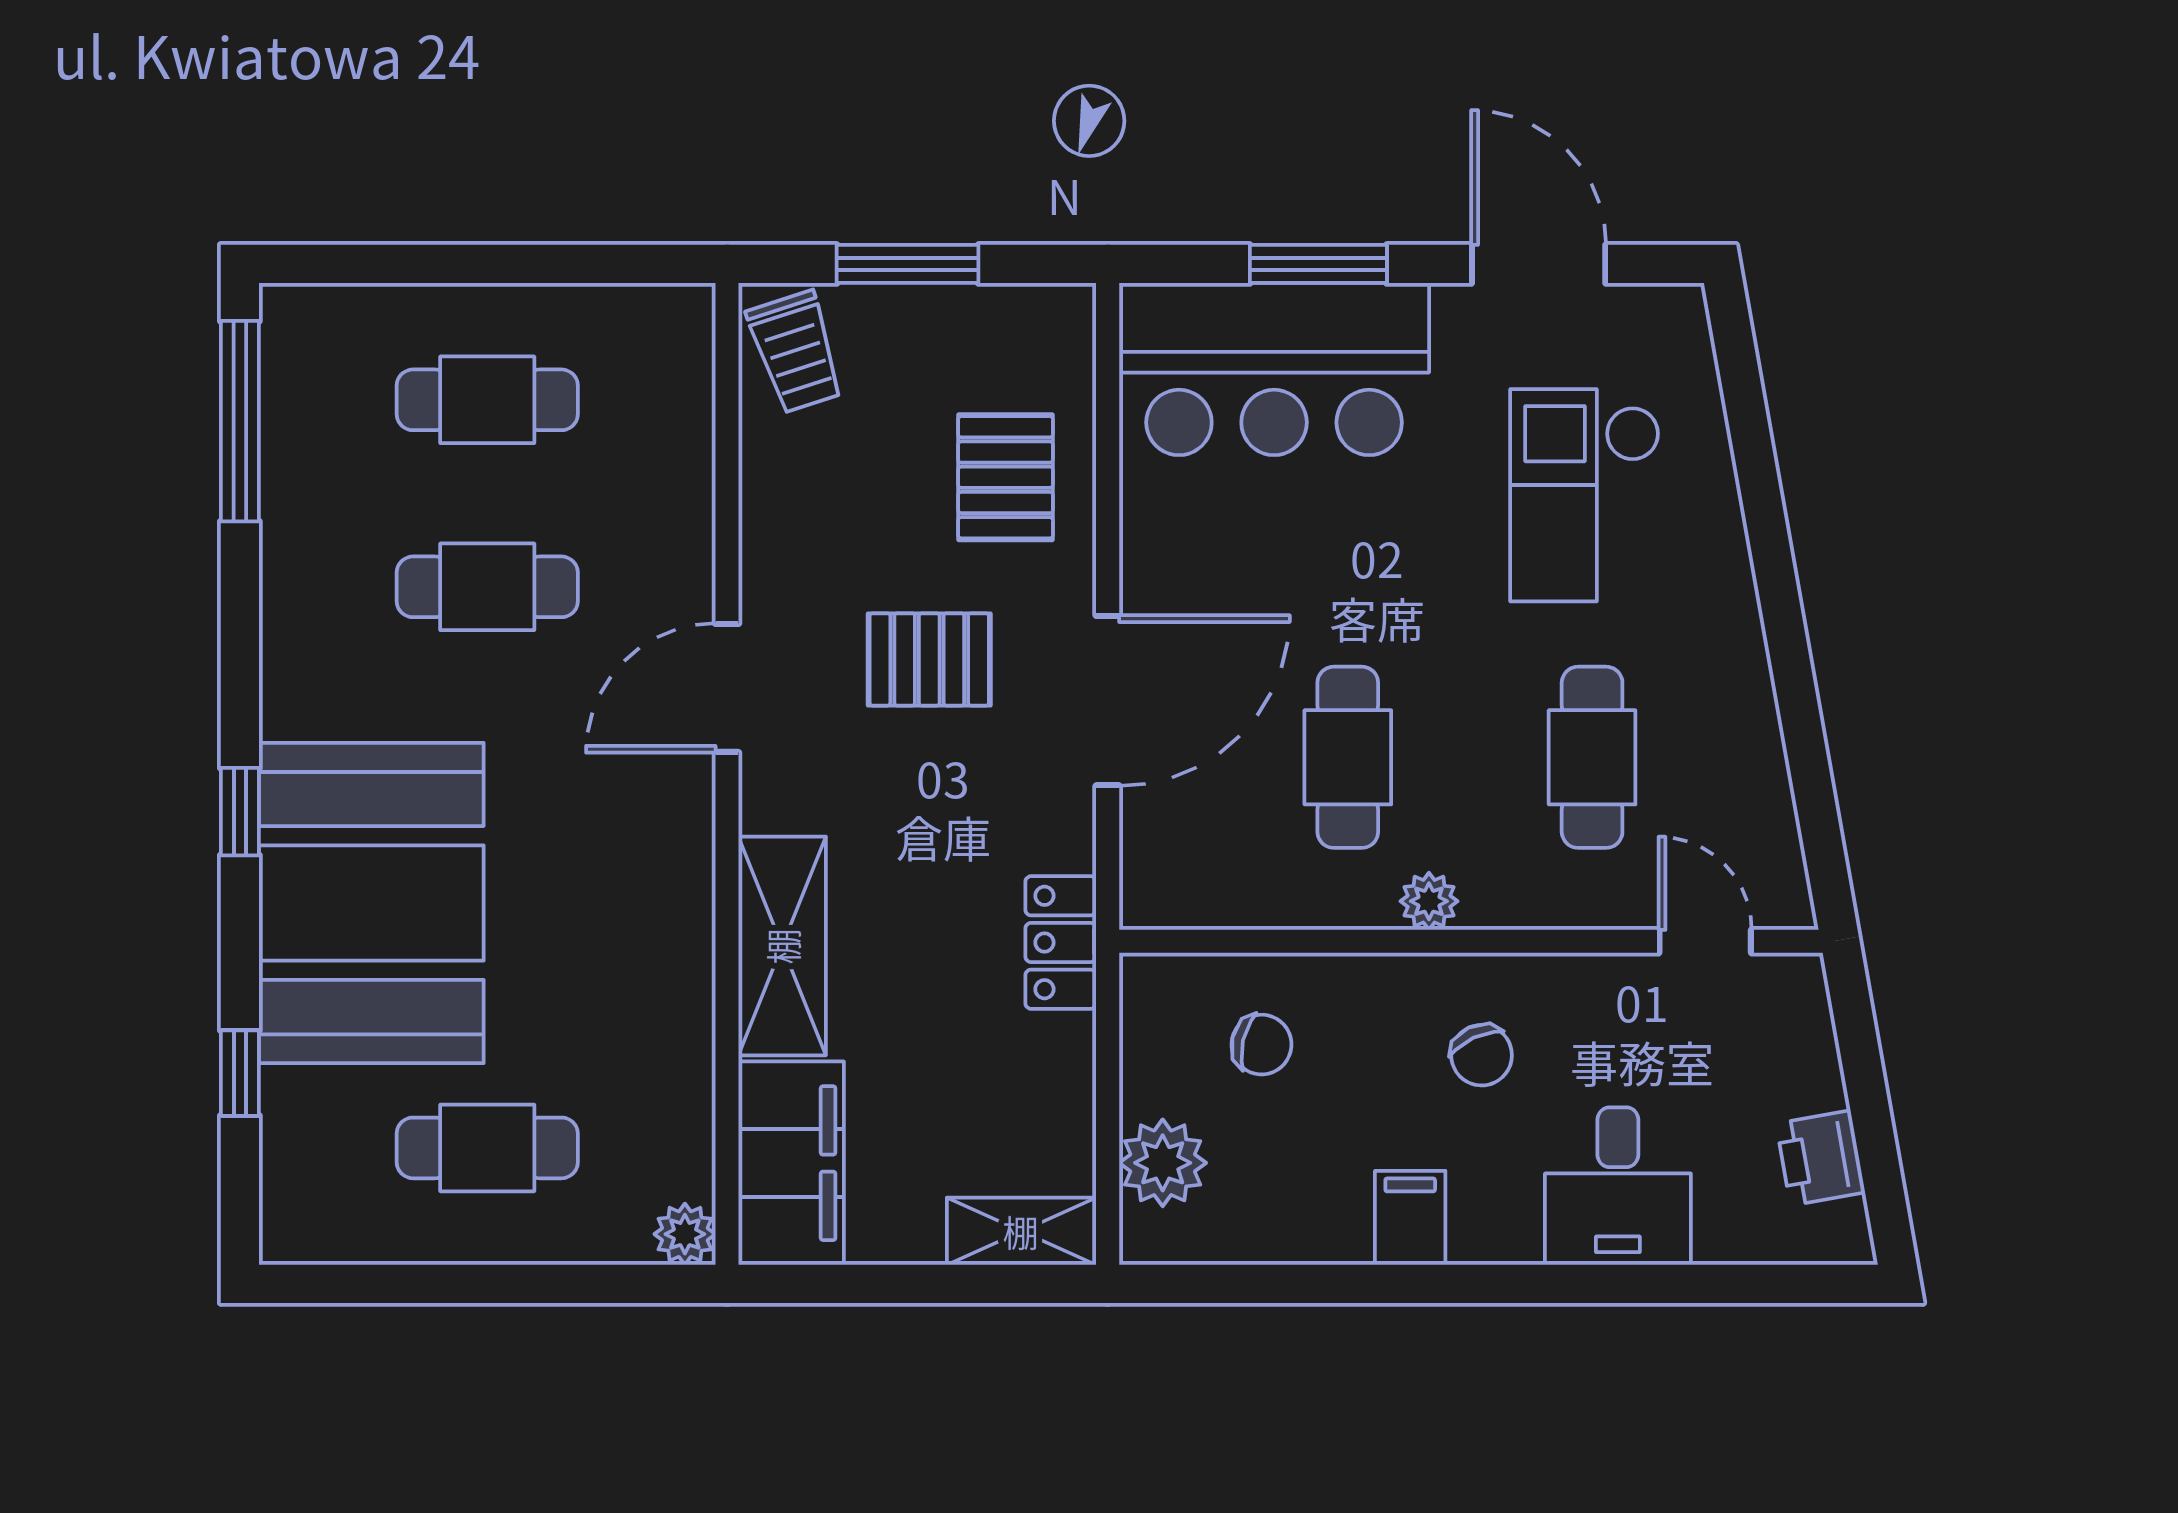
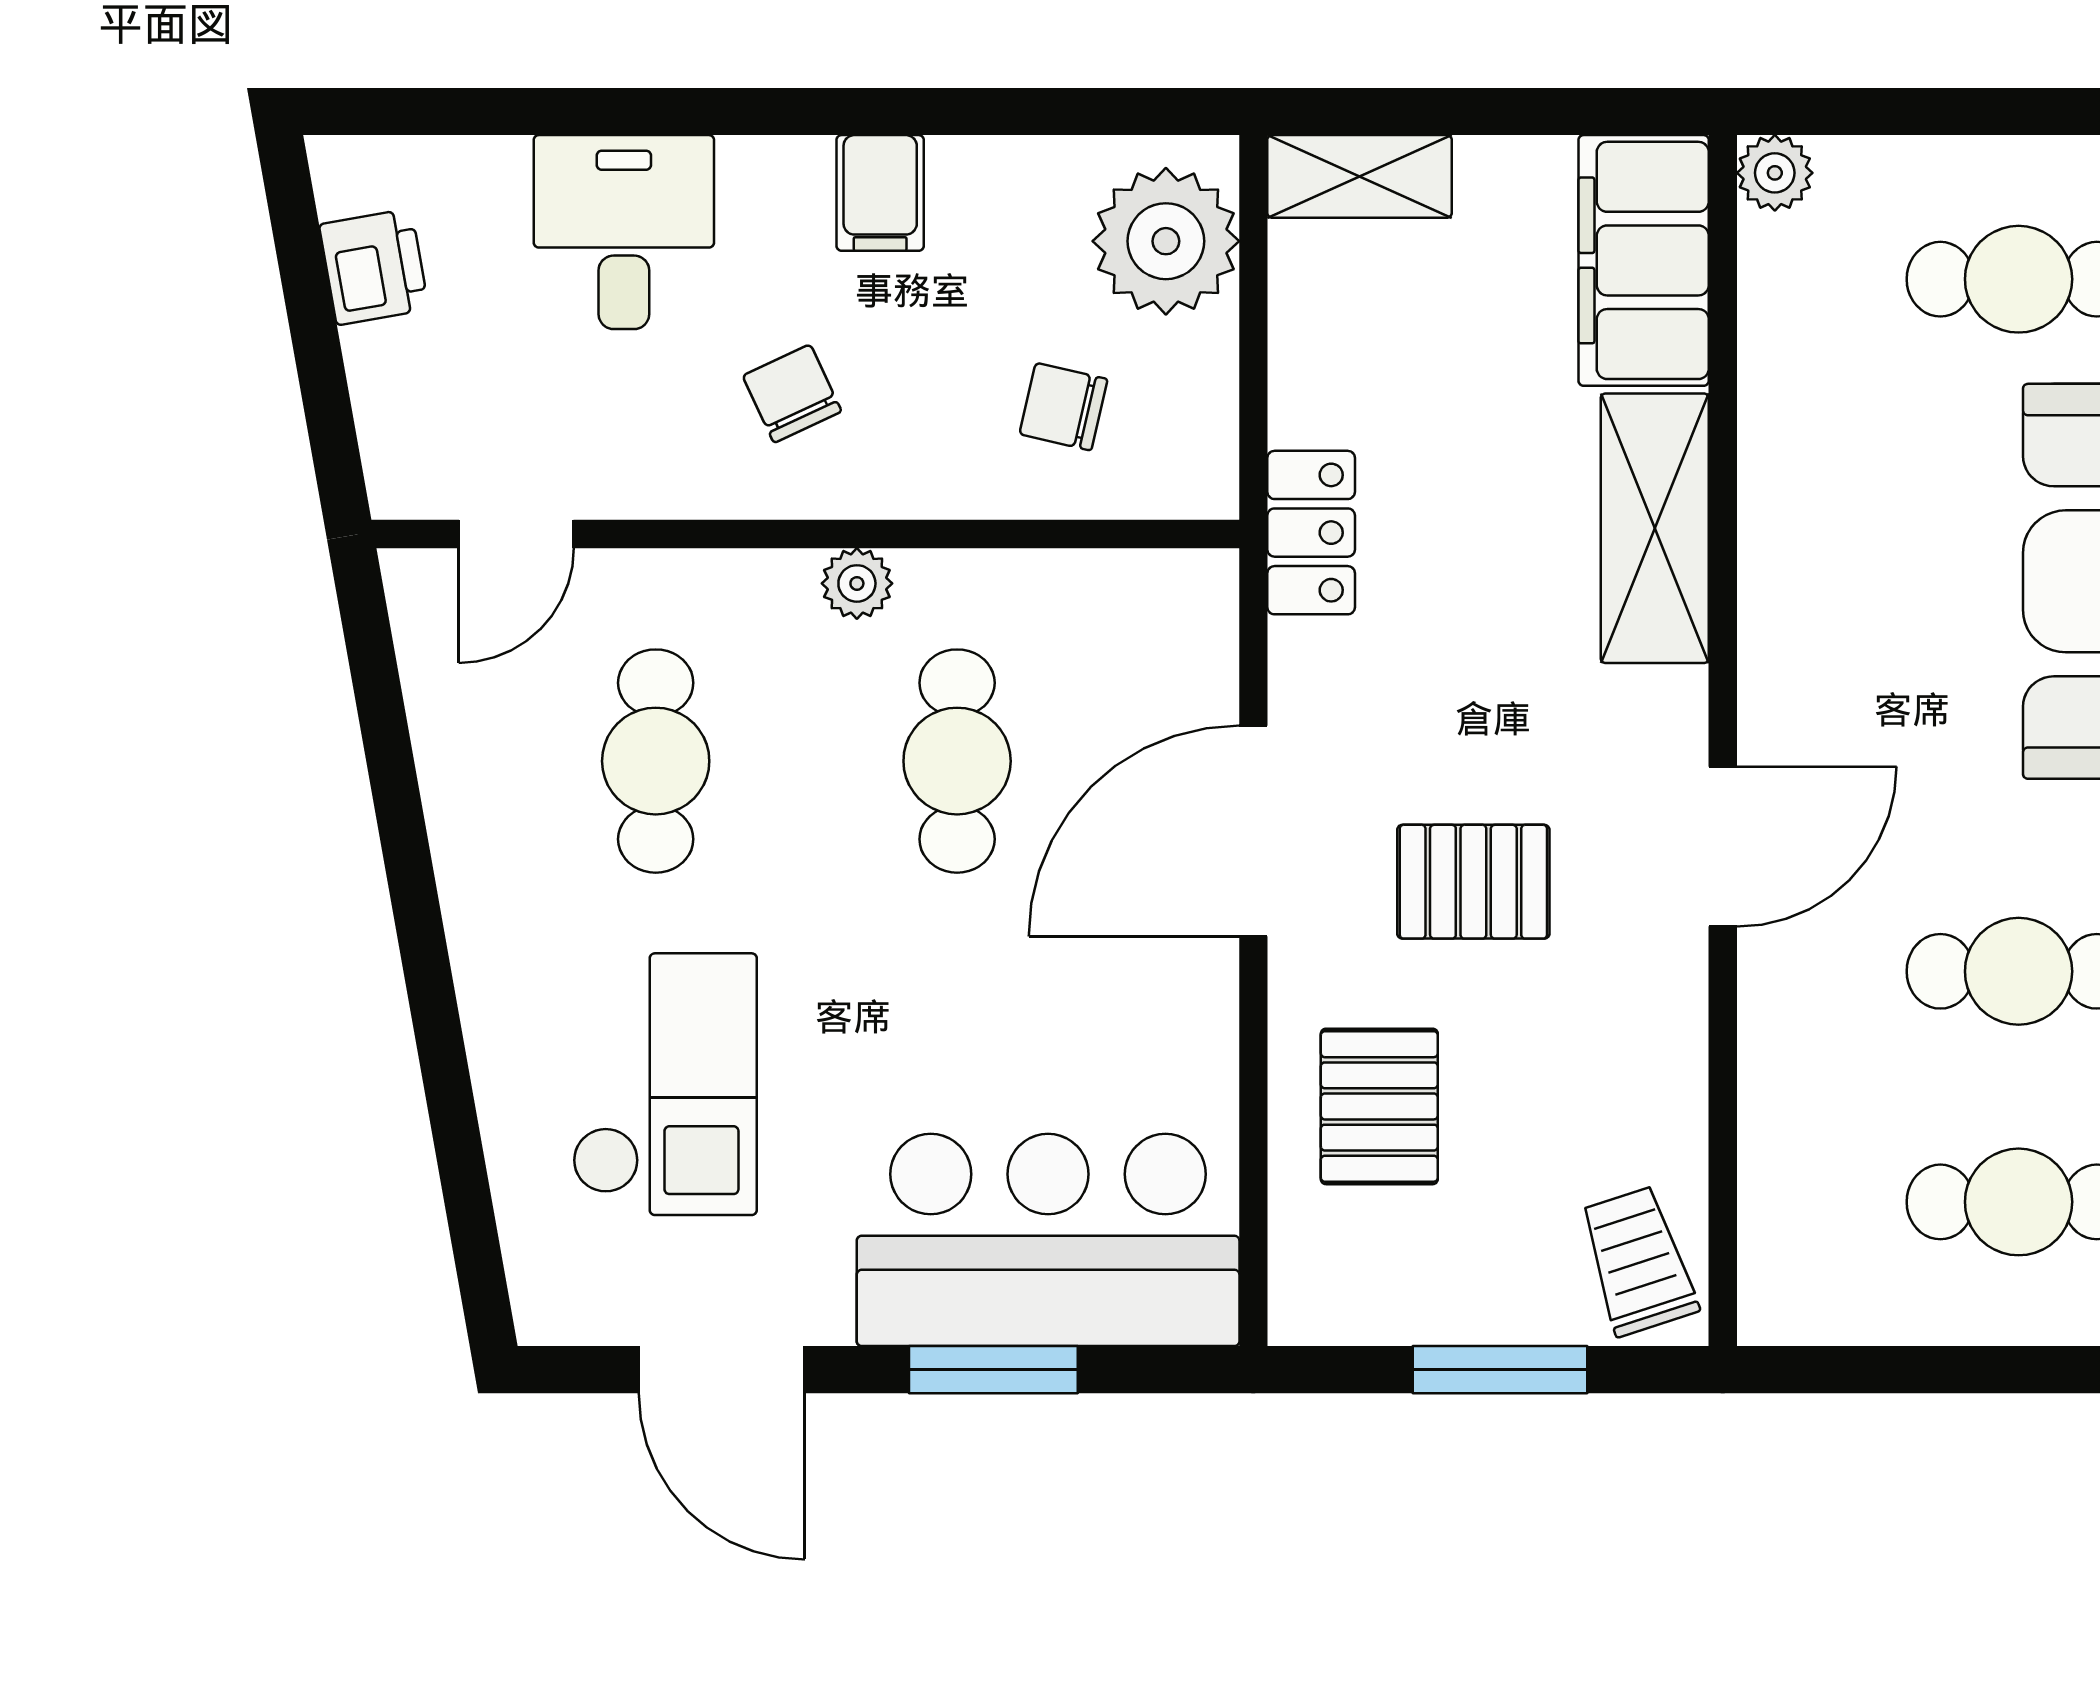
door: (1705, 941) -> (516, 534), hinge flipped
plant: (1163, 1163) -> (1166, 241), width x1.36, depth x1.36

